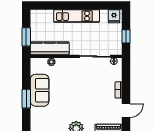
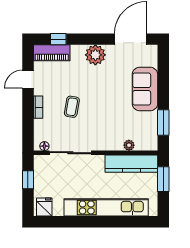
kitchen unit: (77, 16) -> (106, 207), width x1.36
sofa: (40, 90) -> (145, 89), moved
coffee table: (94, 90) -> (72, 107), added
window: (26, 99) -> (163, 123), moved

